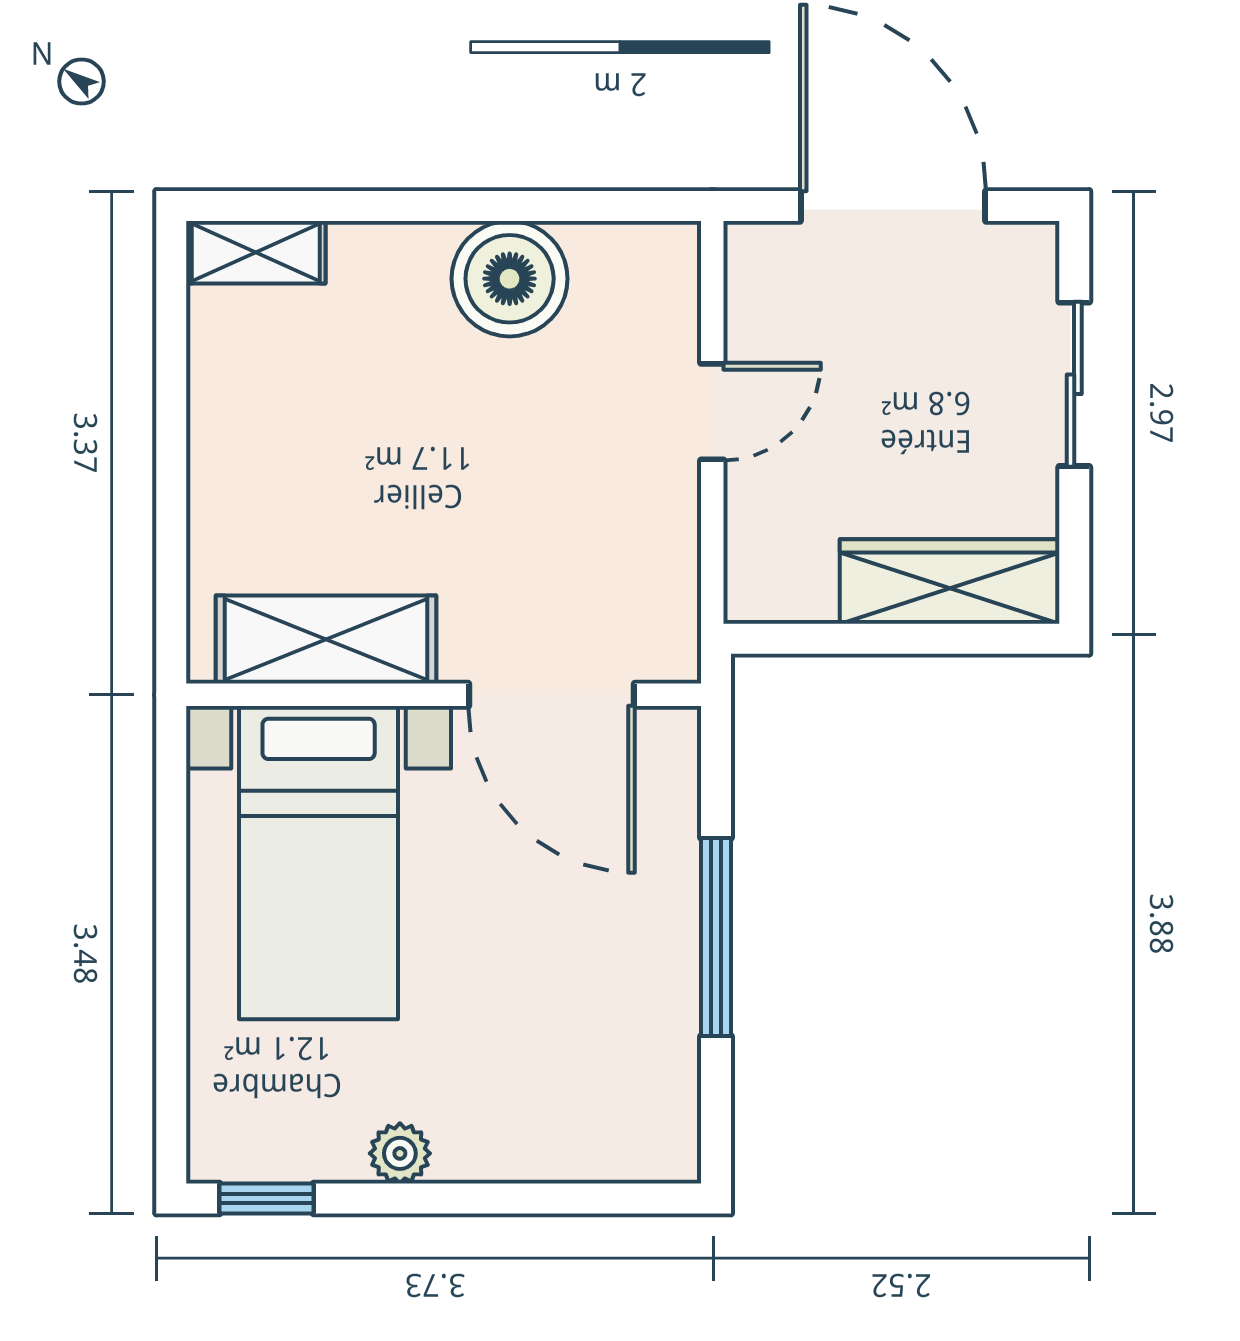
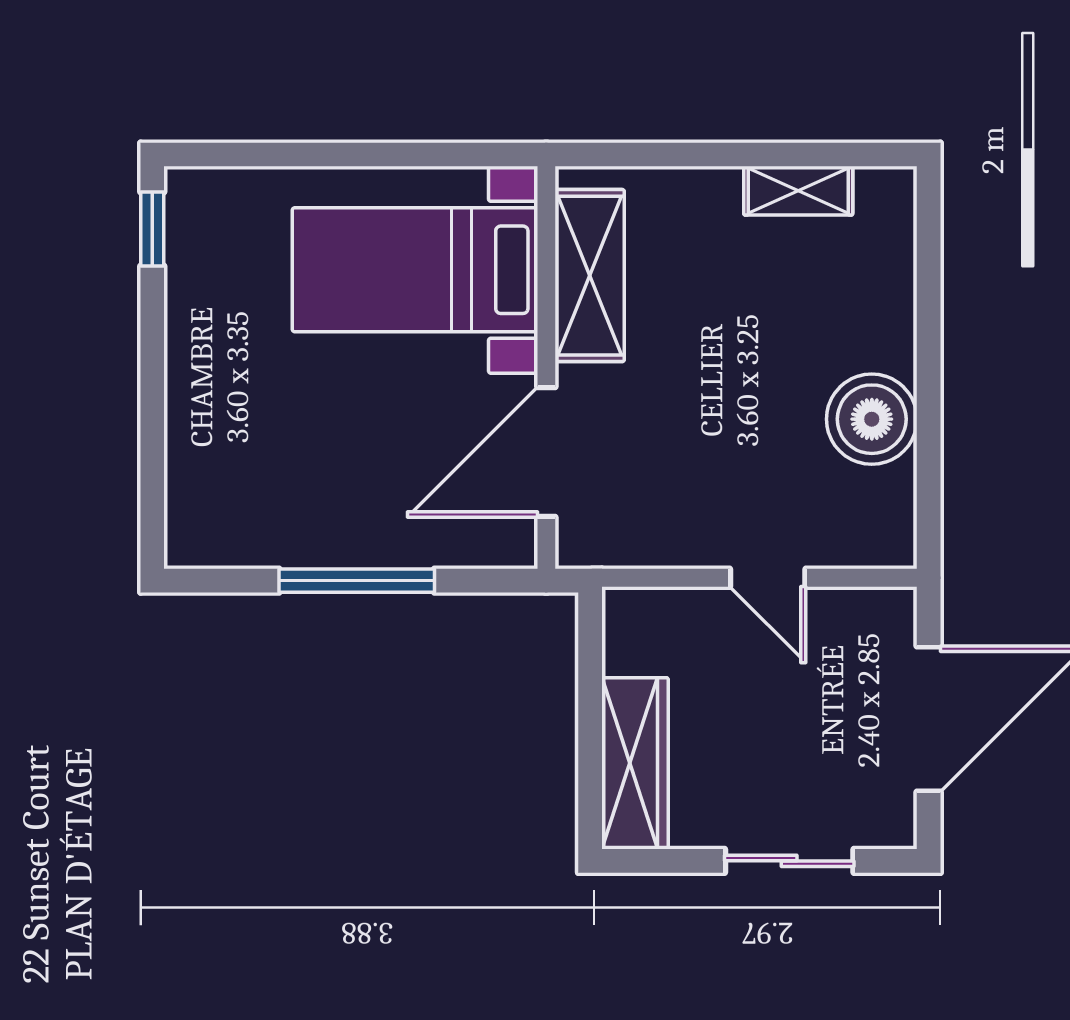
shelving: (256, 252) -> (798, 191), moved, turned 90
plant: (400, 1153) -> (188, 333), removed

